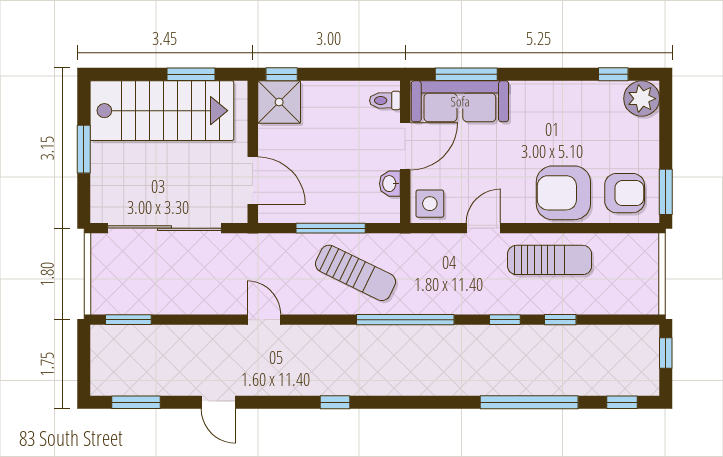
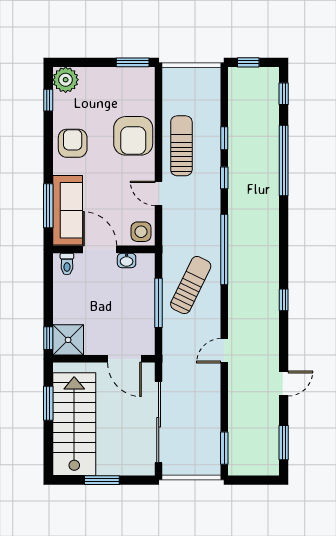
door: (253, 180) -> (124, 359), swing flipped
armchair: (625, 193) -> (73, 143), moved

